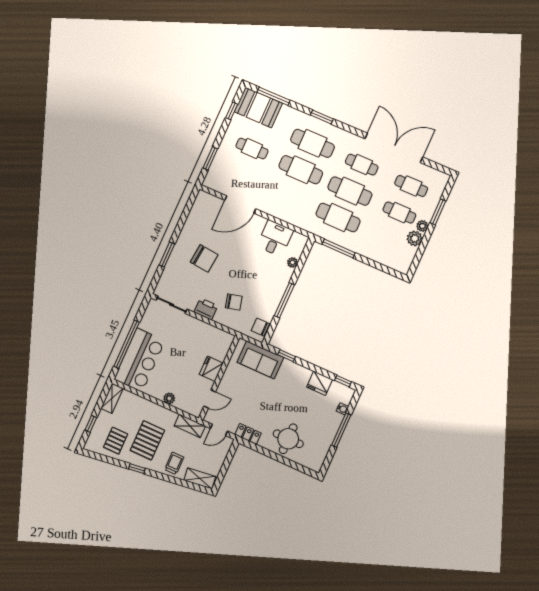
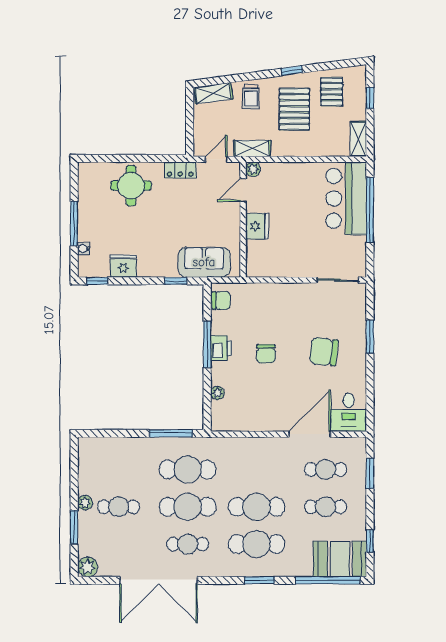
window: (274, 96) -> (328, 580), width x1.46
cafe table: (411, 186) -> (326, 469), moved
desk: (275, 238) -> (349, 412), moved
plant: (415, 238) -> (88, 567), moved
chair: (234, 302) -> (266, 354), moved, turned -76
printer: (206, 309) -> (221, 348), moved, turned -90
plant: (169, 398) -> (253, 169), moved

